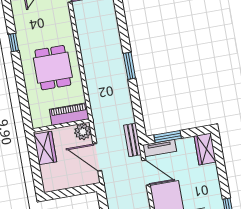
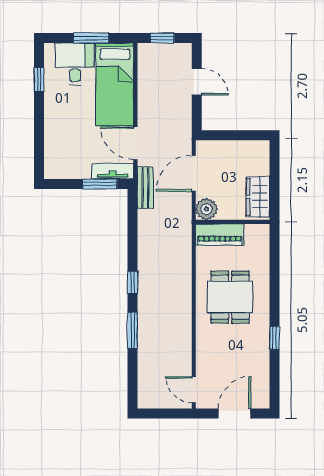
window: (123, 29) -> (132, 330), added
window: (129, 66) -> (132, 282), width x0.67
wardrobe: (205, 149) -> (55, 160), removed
door: (97, 157) -> (194, 173), swing flipped

